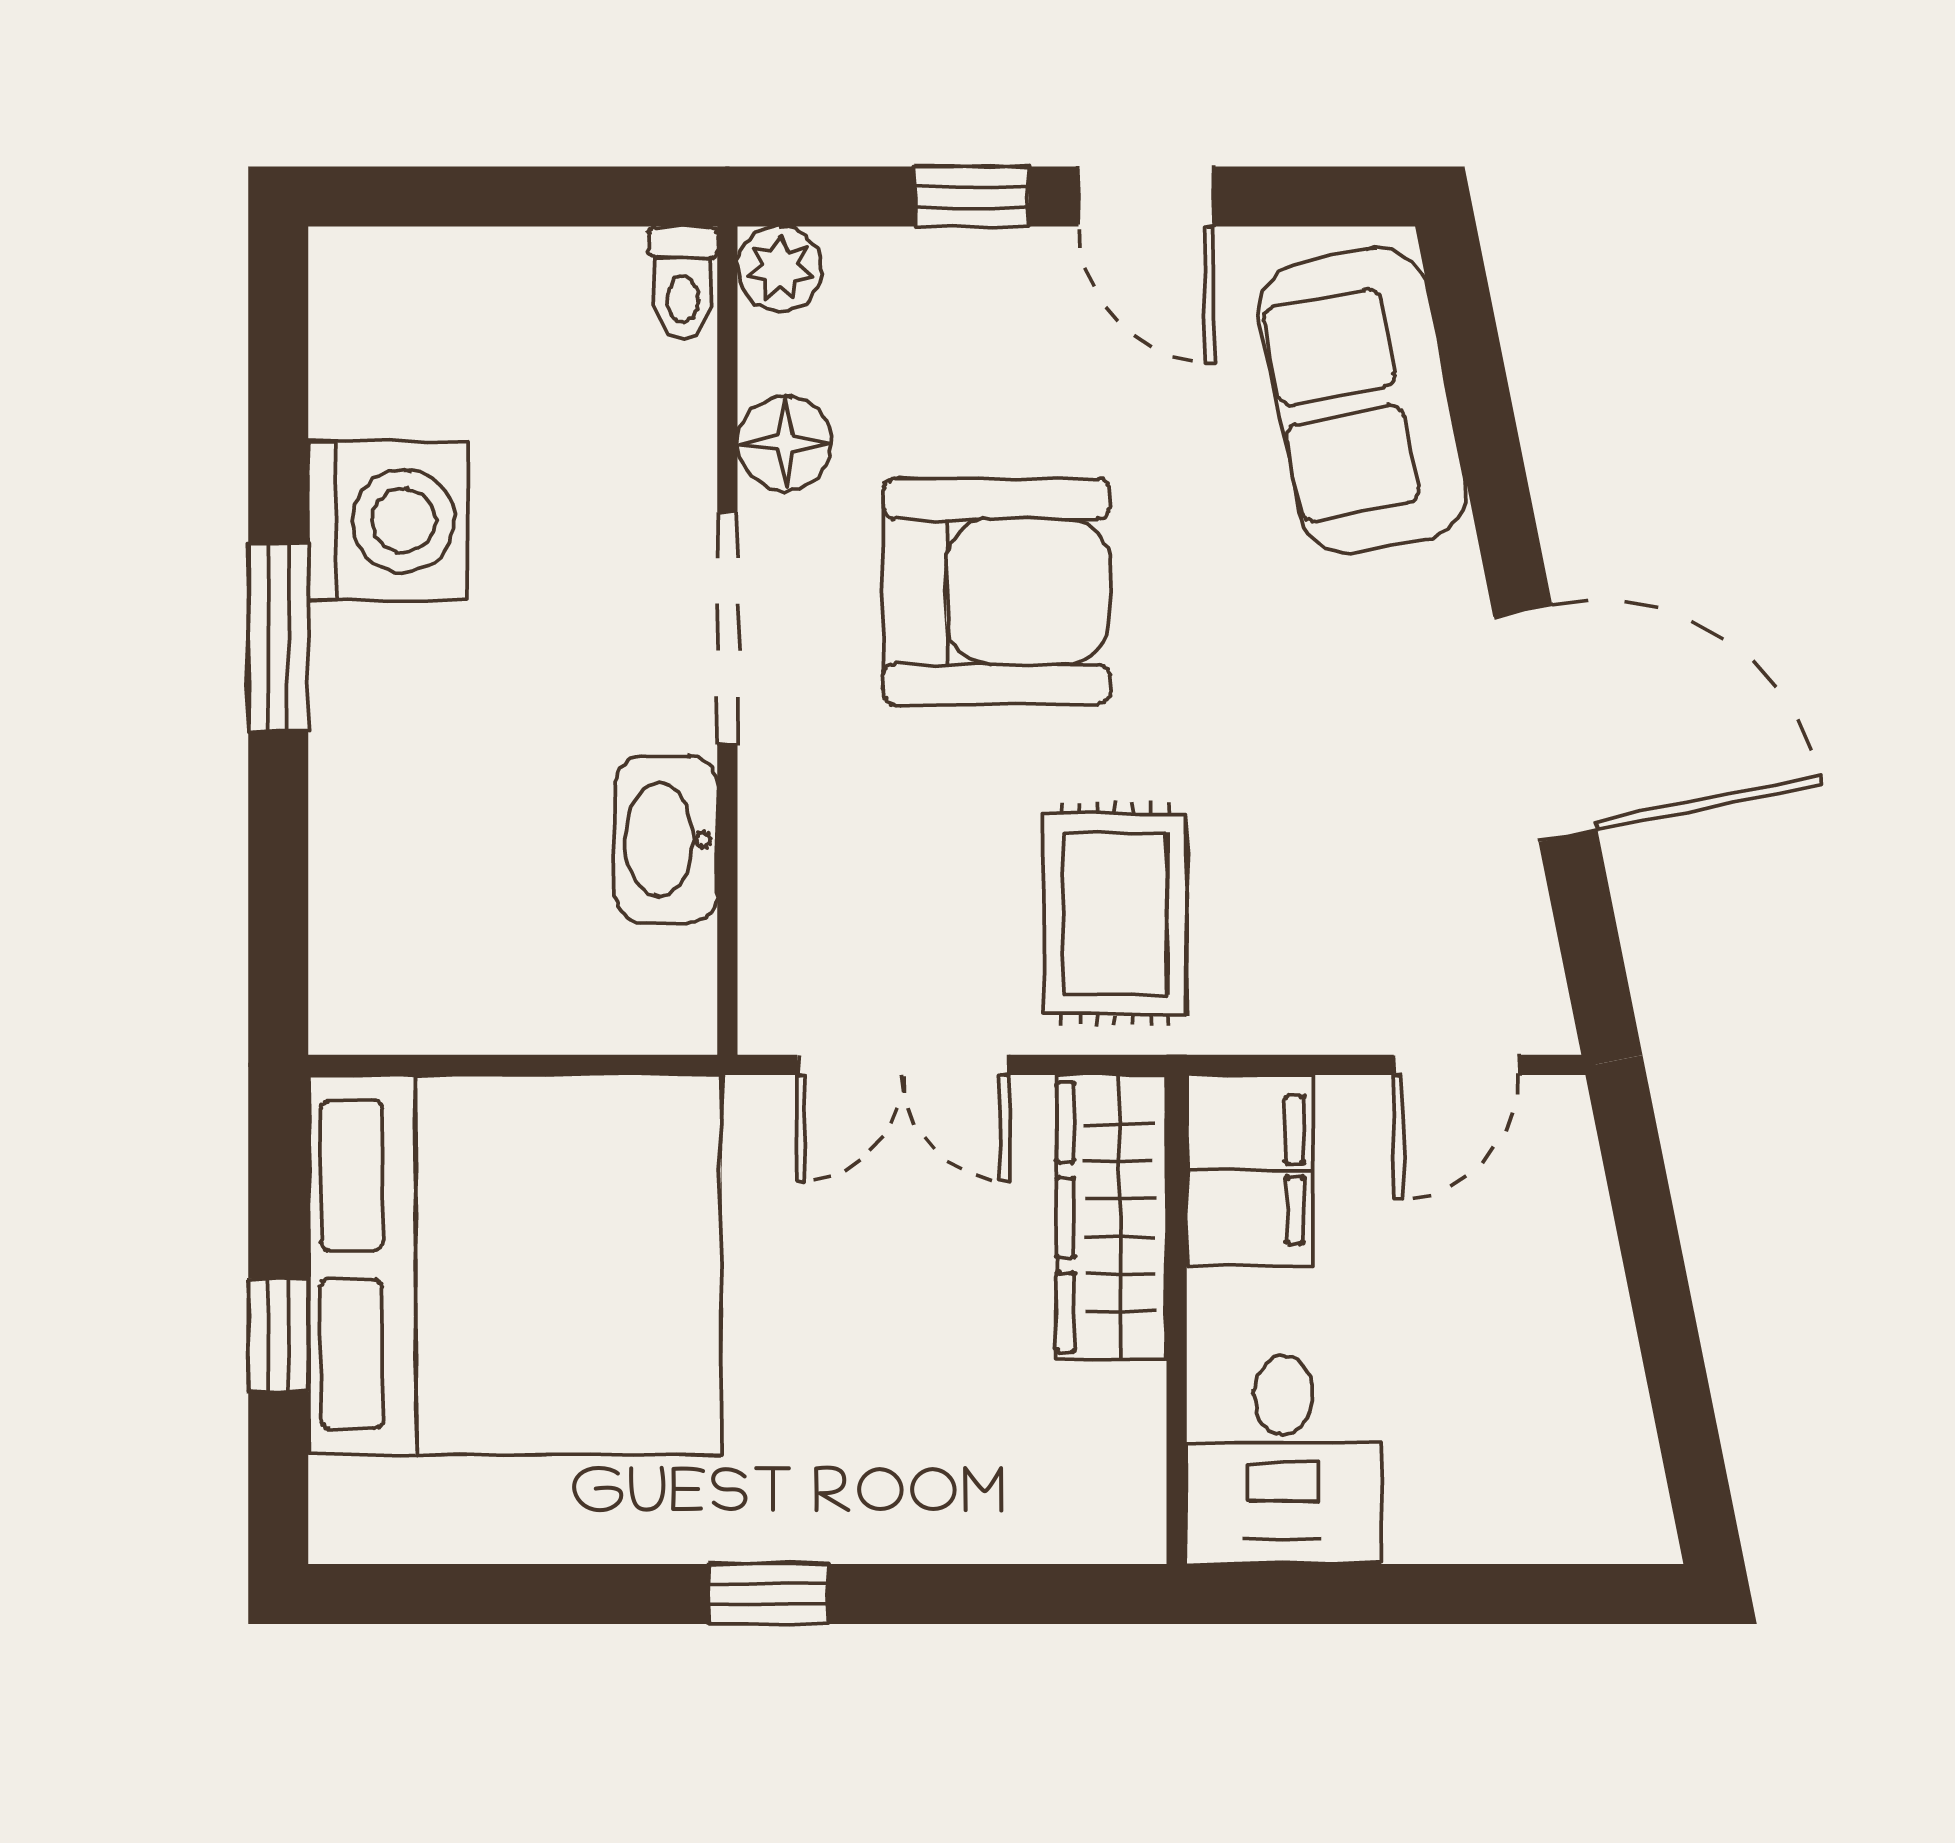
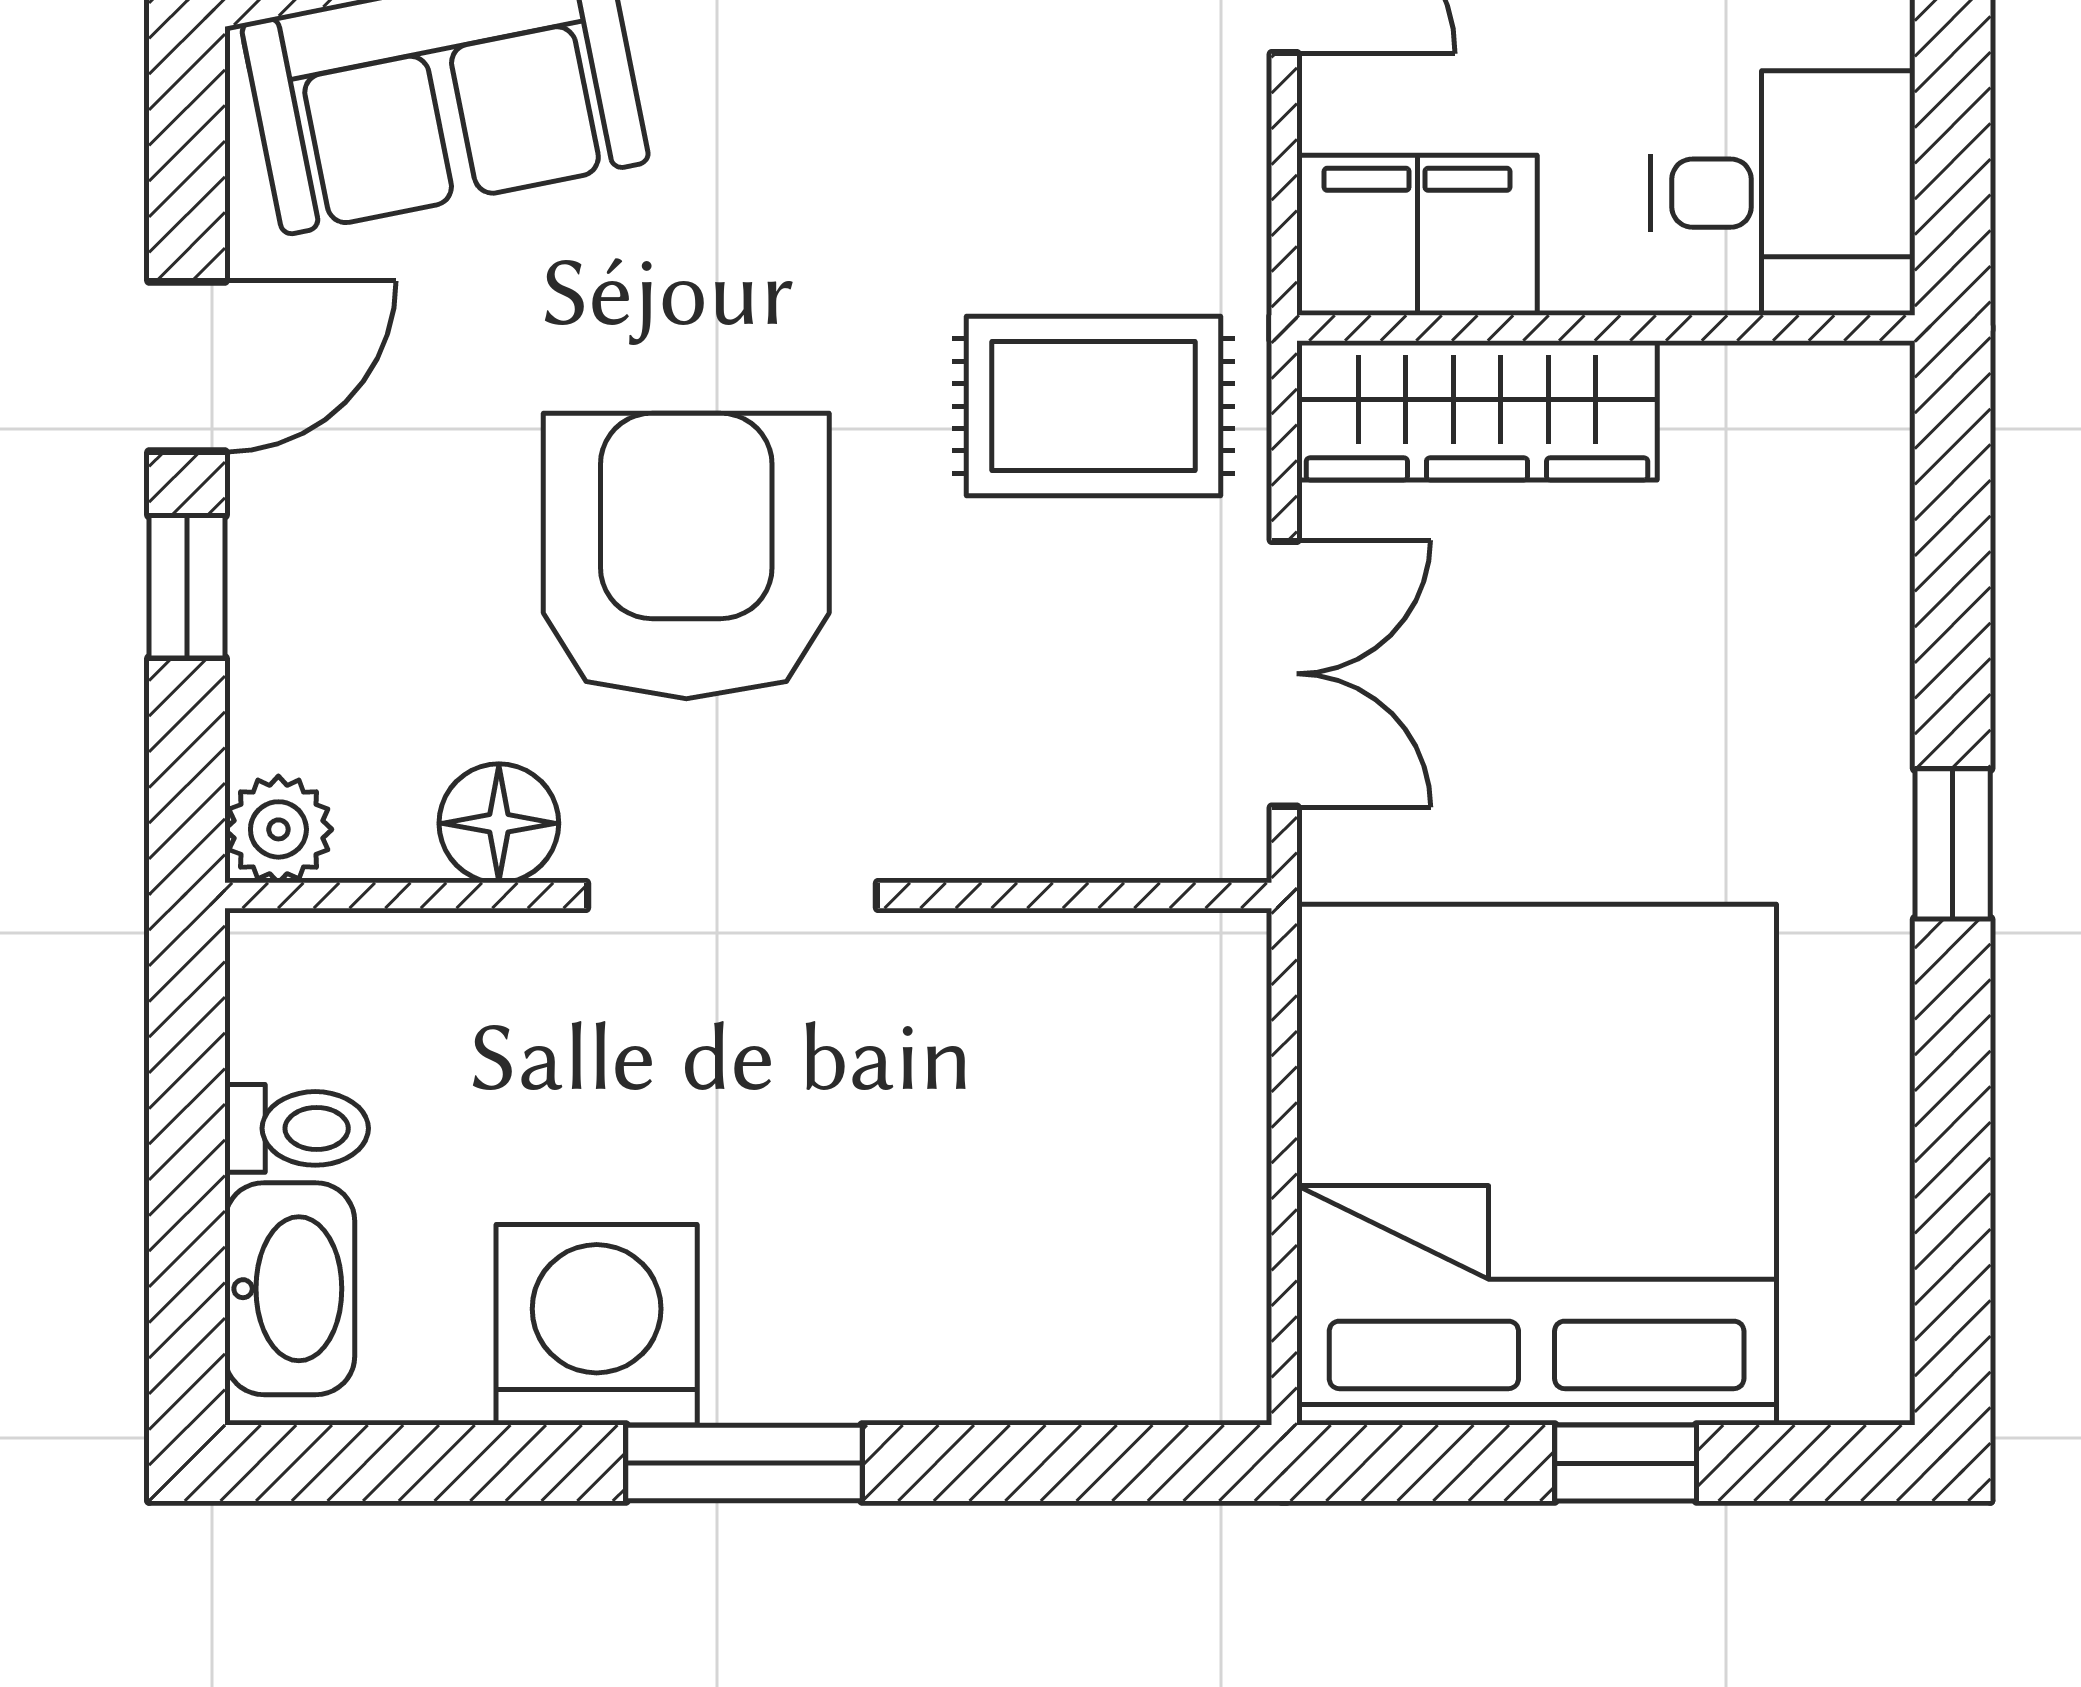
toilet: (683, 283) -> (297, 1128), moved
washbasin: (666, 840) -> (290, 1289), moved, turned -90

